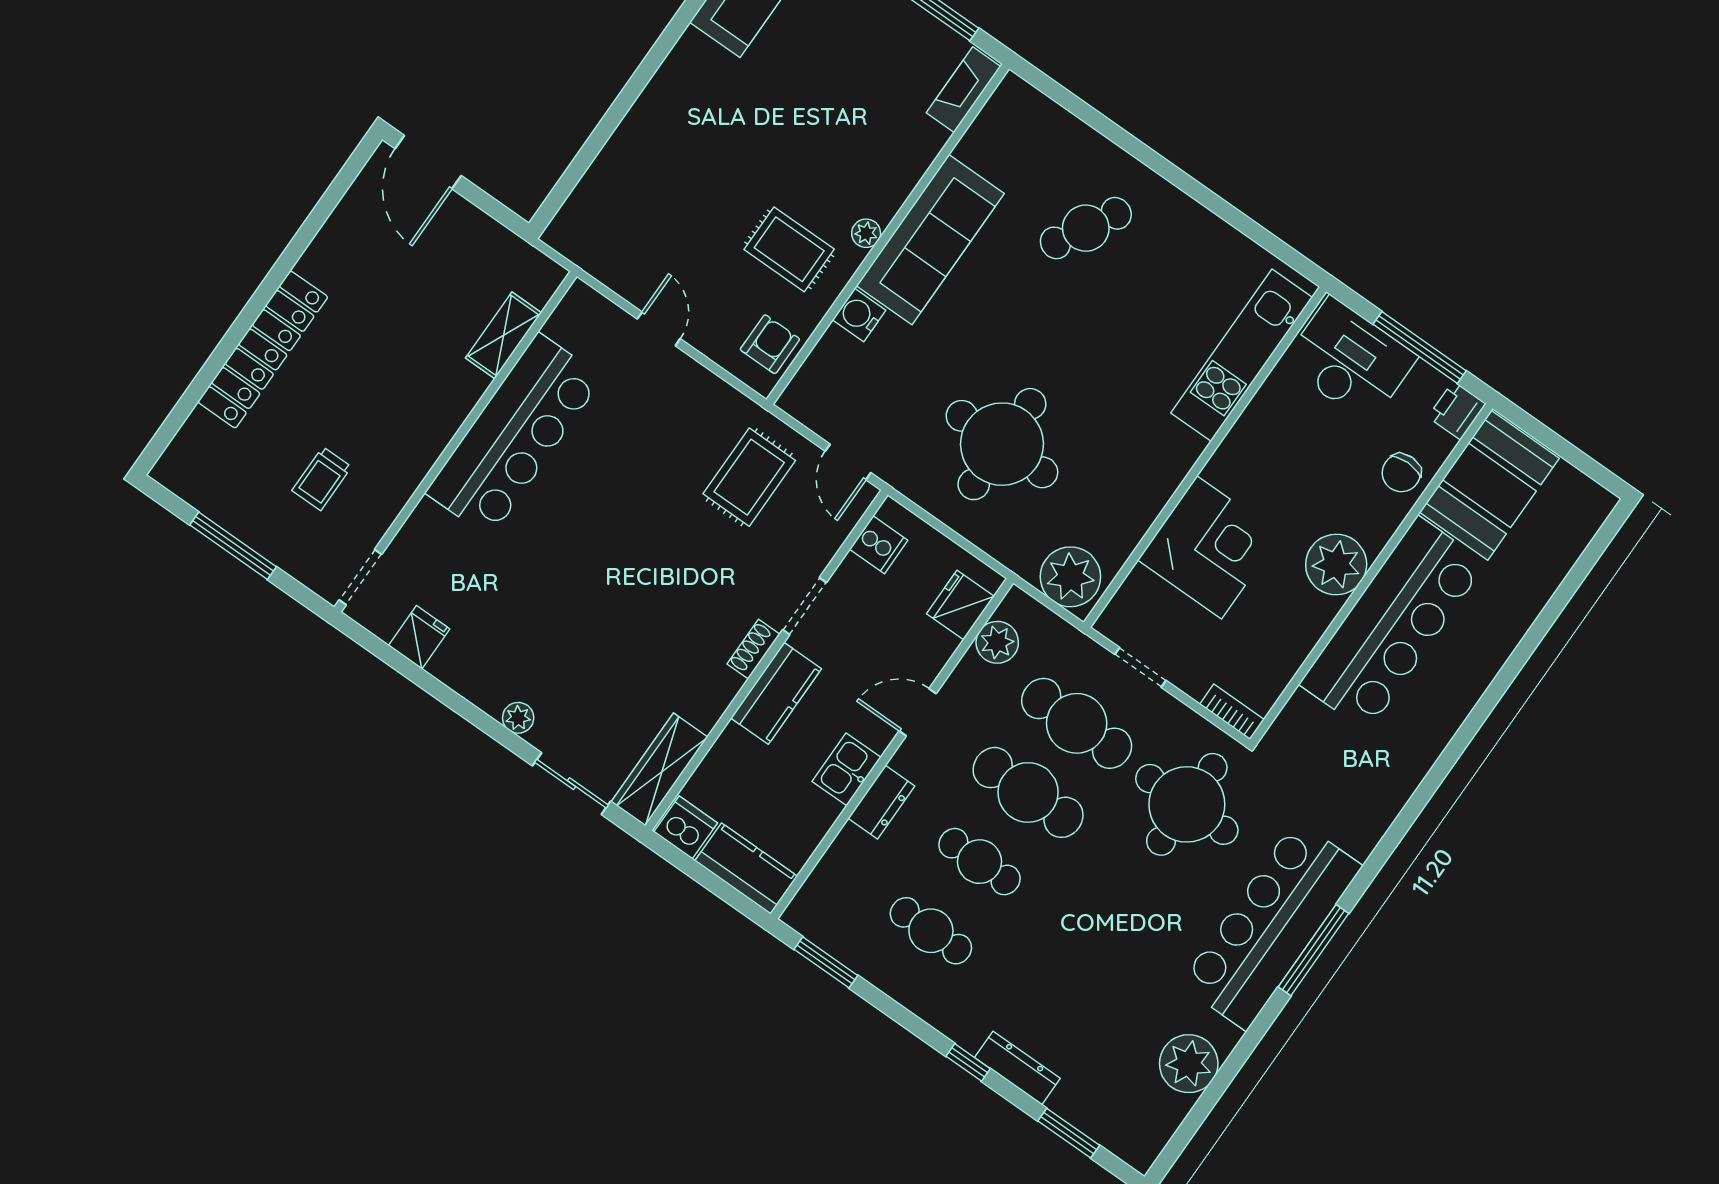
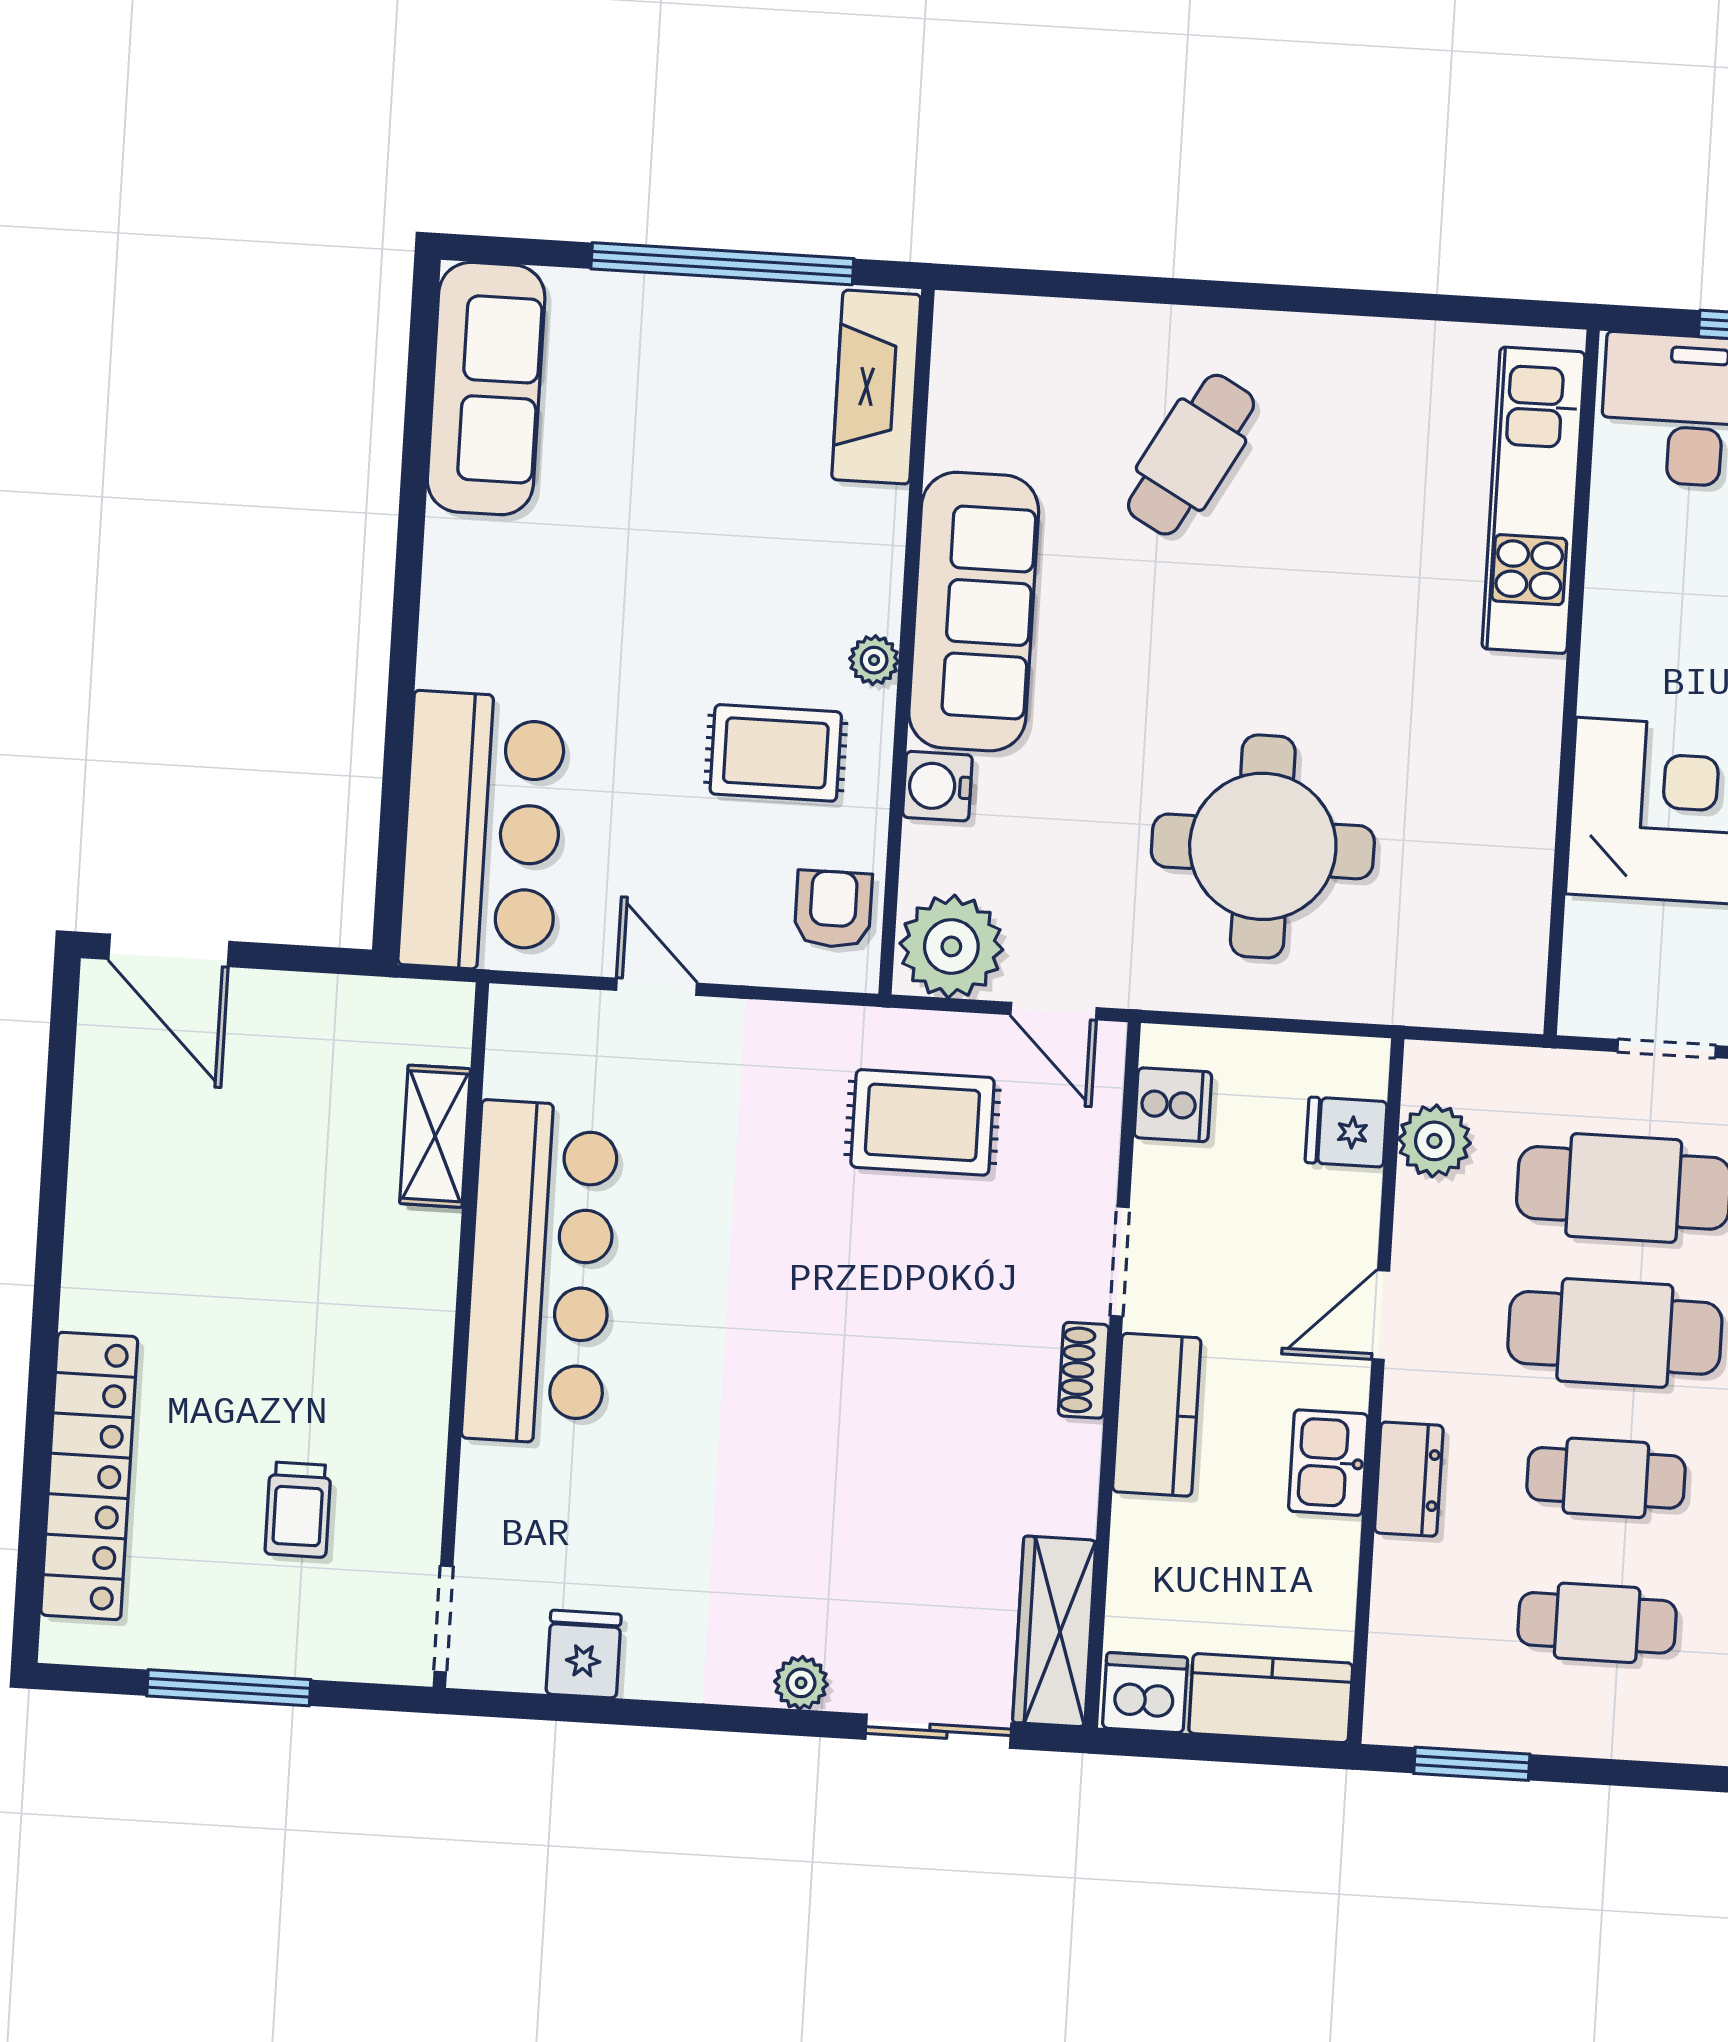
fireplace: (963, 90) -> (876, 387), width x1.37, depth x1.32
bar counter: (620, 199) -> (482, 832), added
locker: (263, 349) -> (89, 1476), moved
rug: (749, 477) -> (922, 1122), turned 90
plant: (1070, 577) -> (951, 946), moved
fridge: (960, 605) -> (1346, 1132), width x0.72

